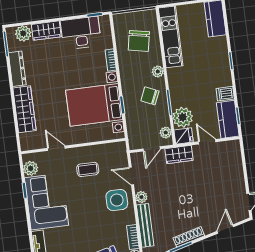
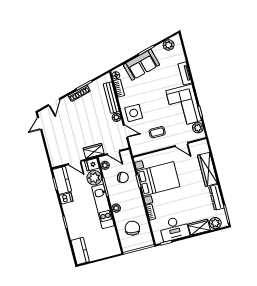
kitchen unit: (171, 37) -> (103, 206), moved
chair: (150, 96) -> (123, 177), moved
door: (152, 149) -> (114, 153), swing flipped

